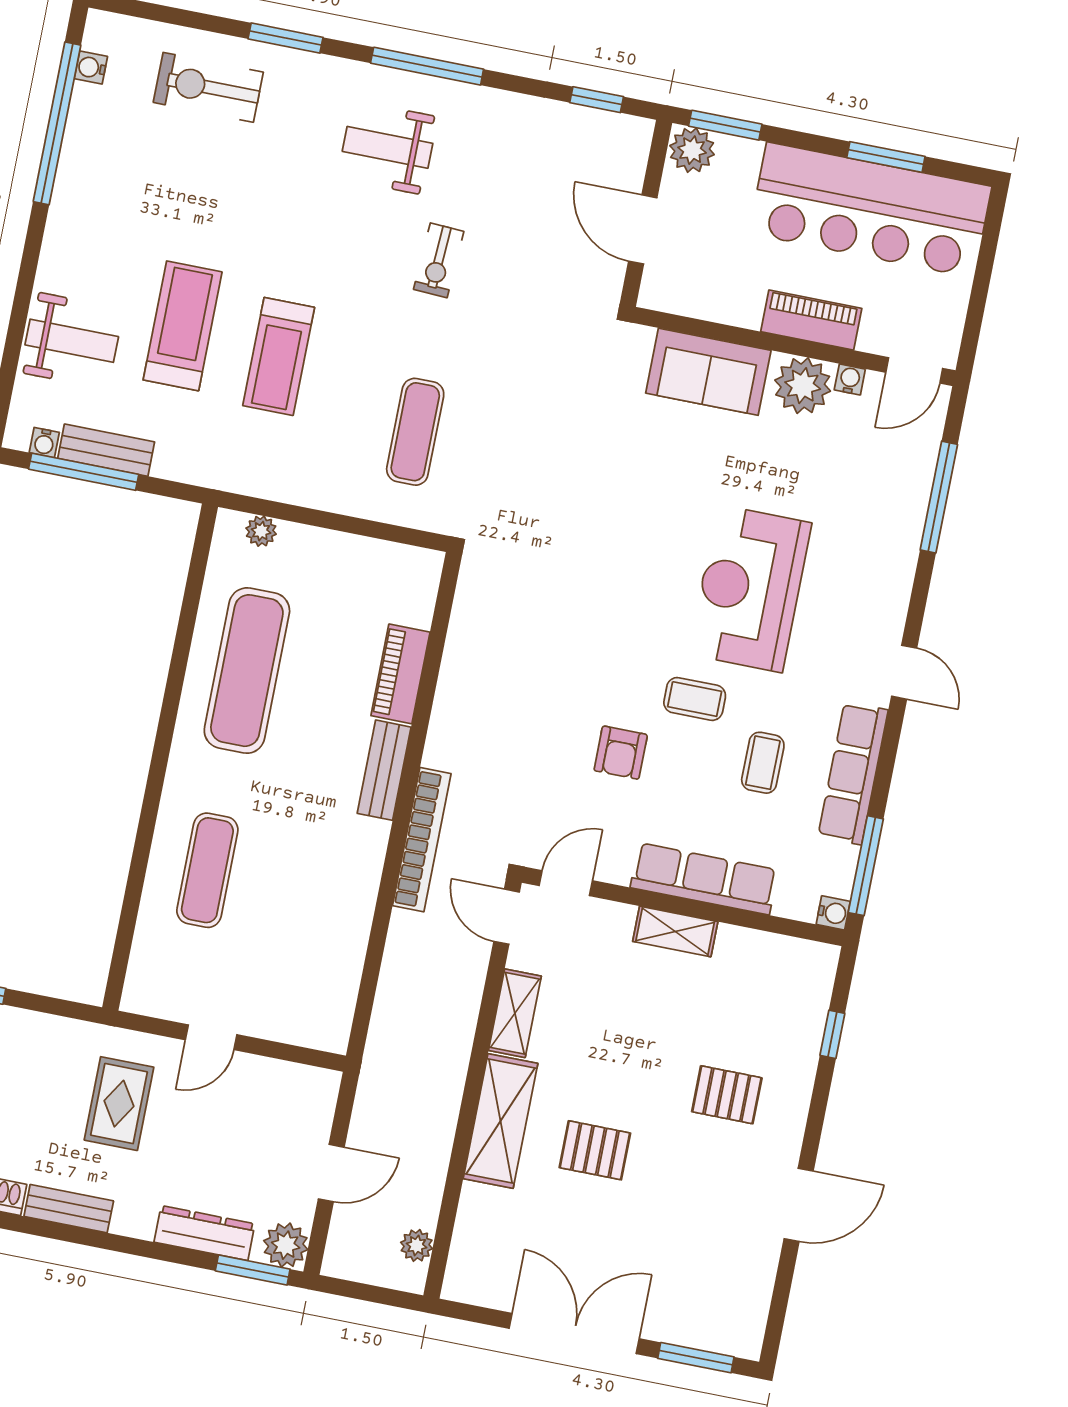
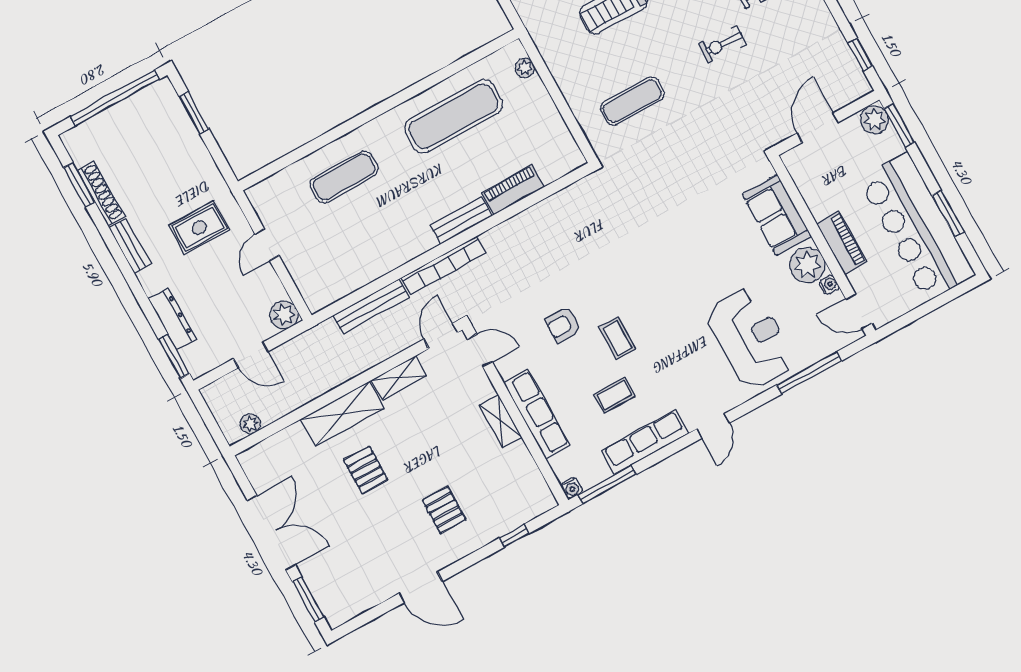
reception desk: (750, 589) -> (750, 338), moved, turned 90
bench: (397, 973) -> (371, 306), added
door: (211, 1037) -> (267, 245), hinge flipped
plant: (286, 1245) -> (284, 315), moved

